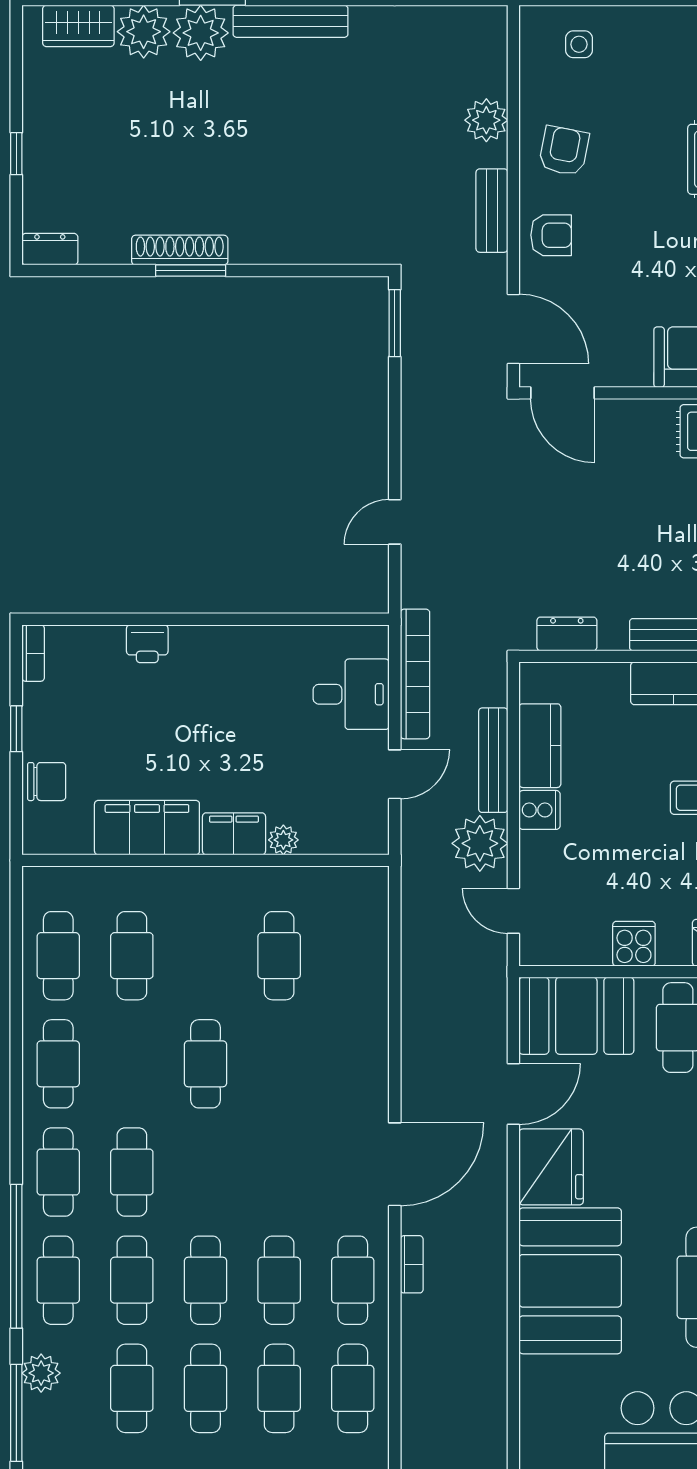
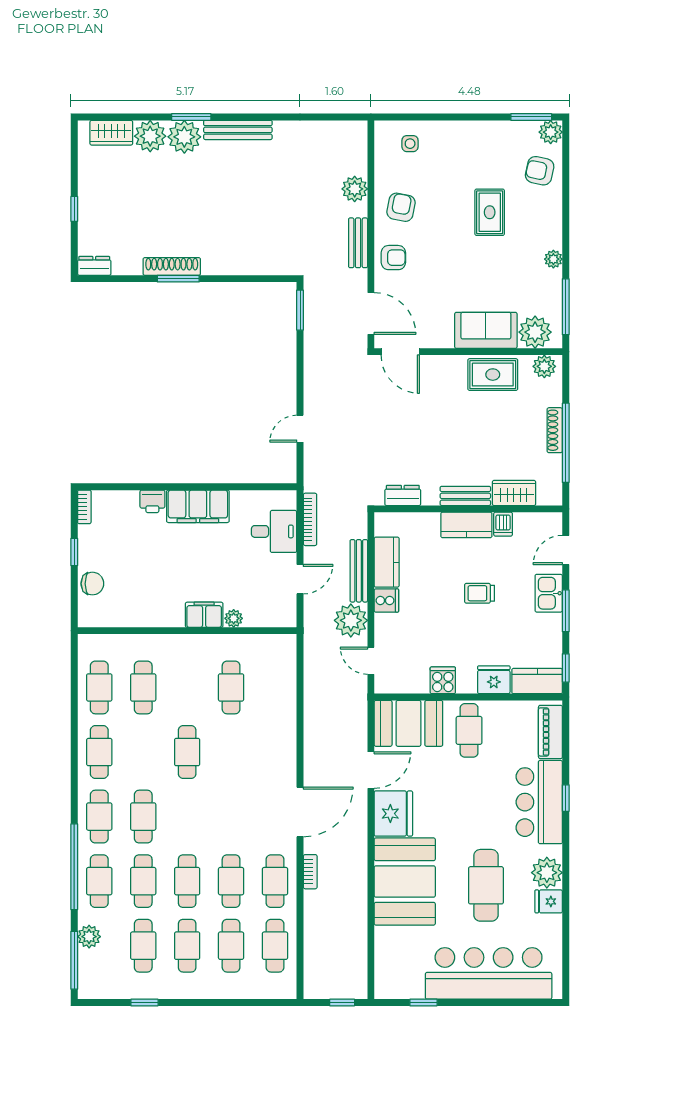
bookcase: (415, 674) -> (310, 519), width x0.68, depth x0.76
filing cabinet: (147, 828) -> (198, 506), moved, turned 180

